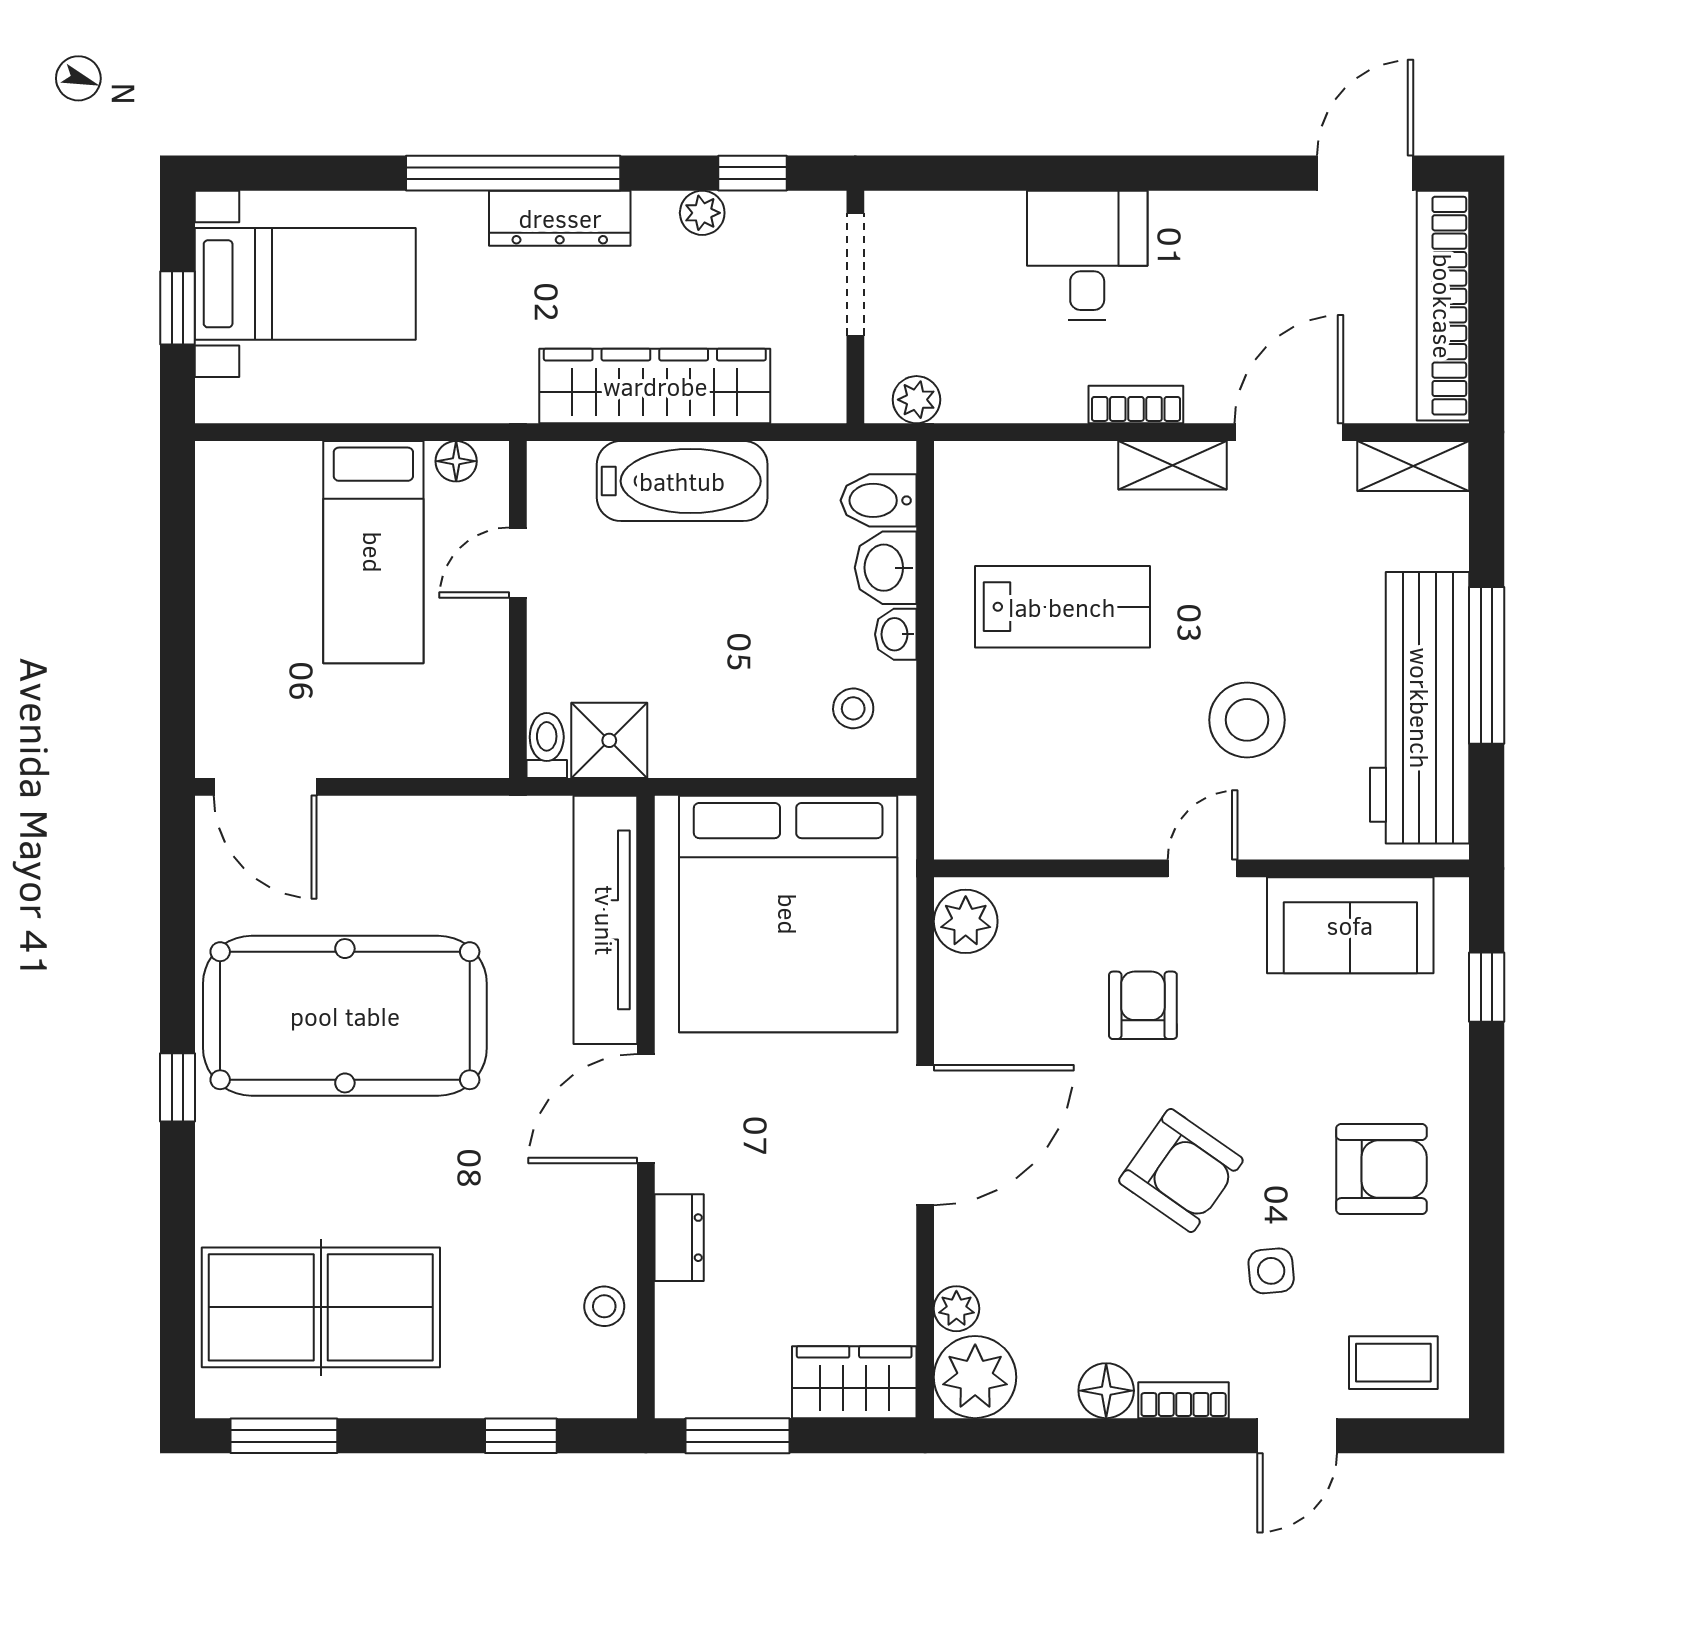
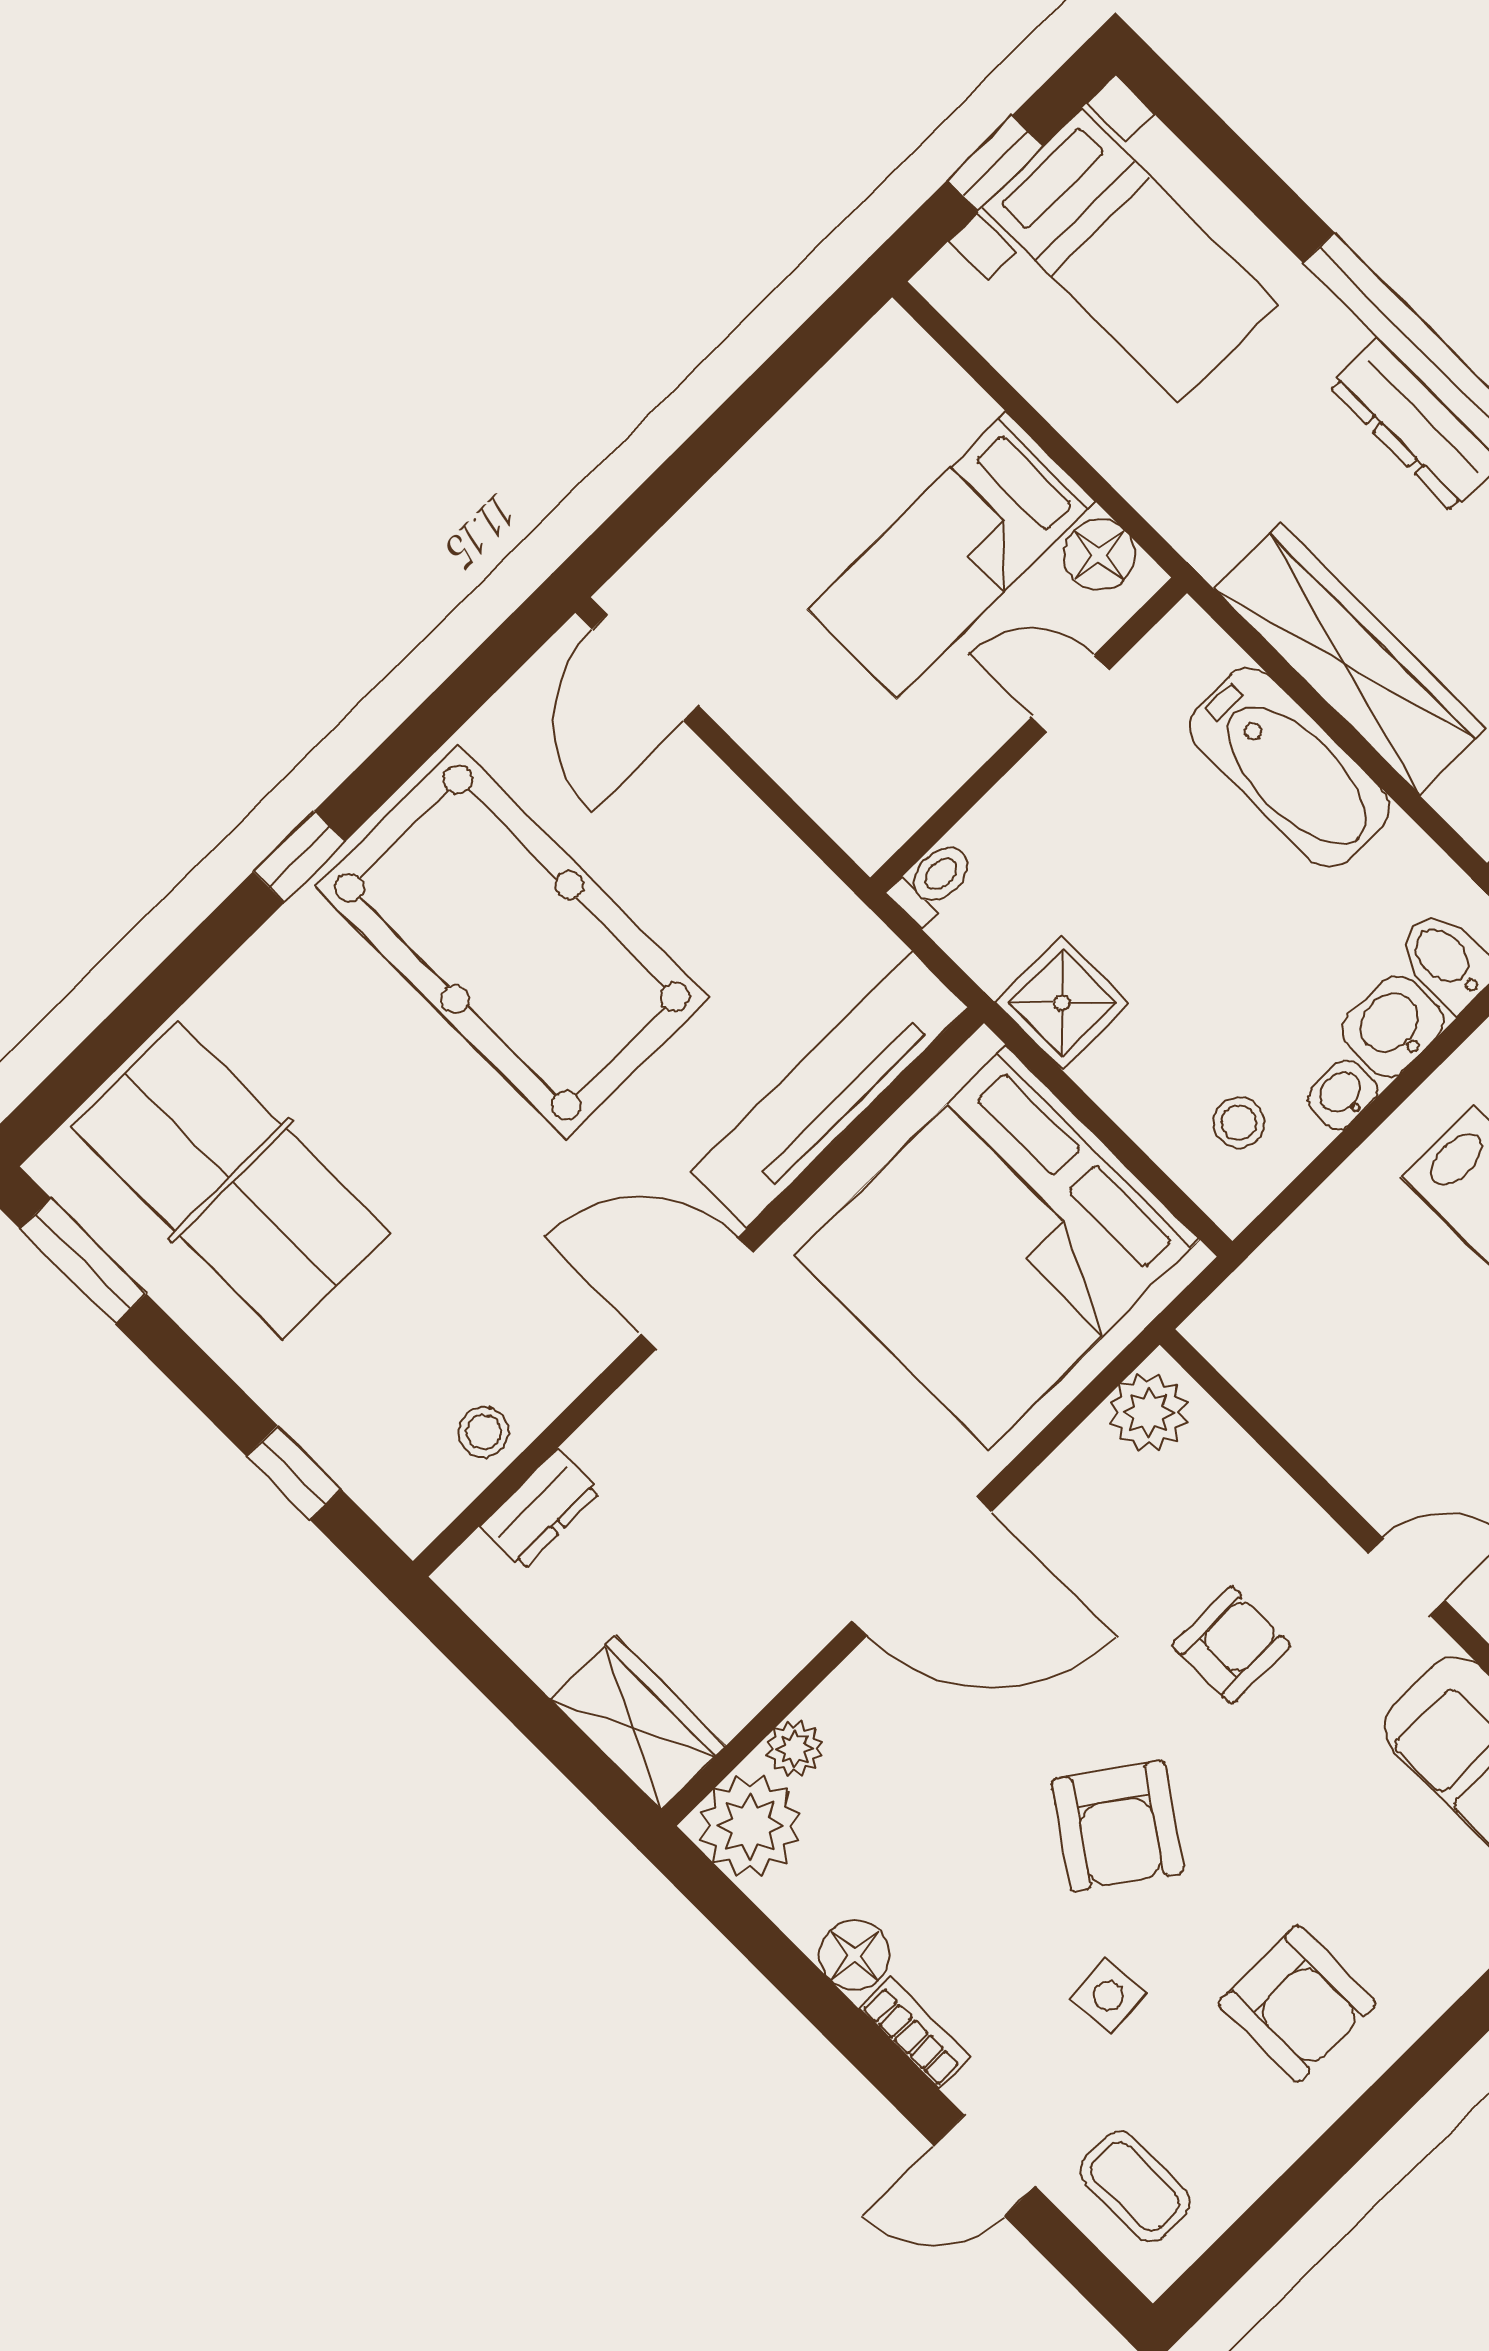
floor lamp: (456, 461) -> (1099, 555), width x1.37, depth x1.37
shower: (609, 740) -> (1062, 1003), moved
dresser: (679, 1238) -> (540, 1509), moved
window: (738, 1436) -> (487, 1666), removed

